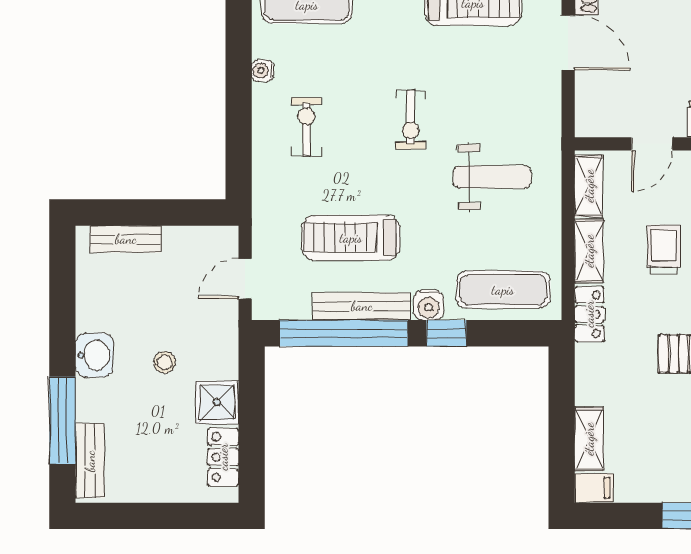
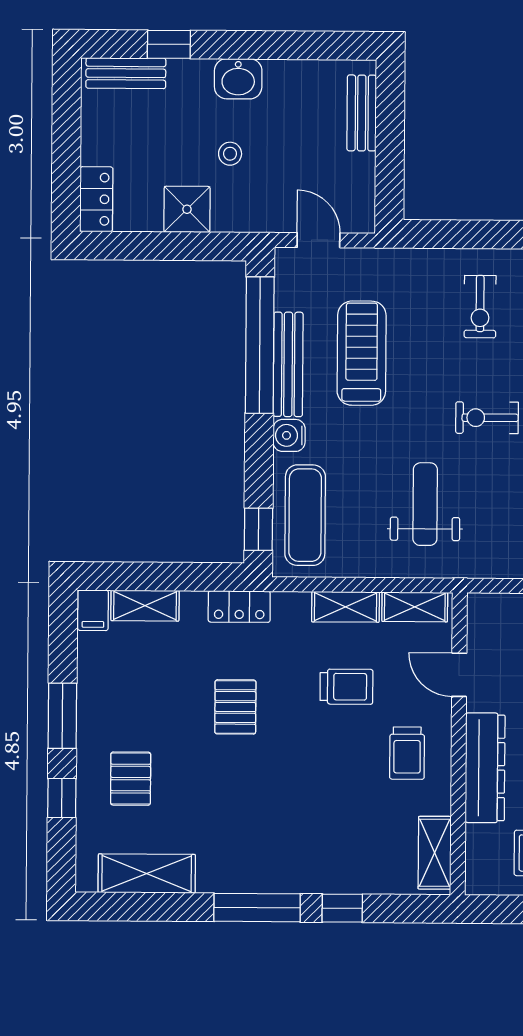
exercise bike: (306, 127) -> (480, 307), turned 90
weight bench: (492, 177) -> (425, 504), turned 180
locker: (589, 314) -> (239, 607), moved
window: (446, 333) -> (258, 529), moved
window: (62, 420) -> (169, 44), width x0.46
locker: (223, 457) -> (96, 199), moved, turned 90

